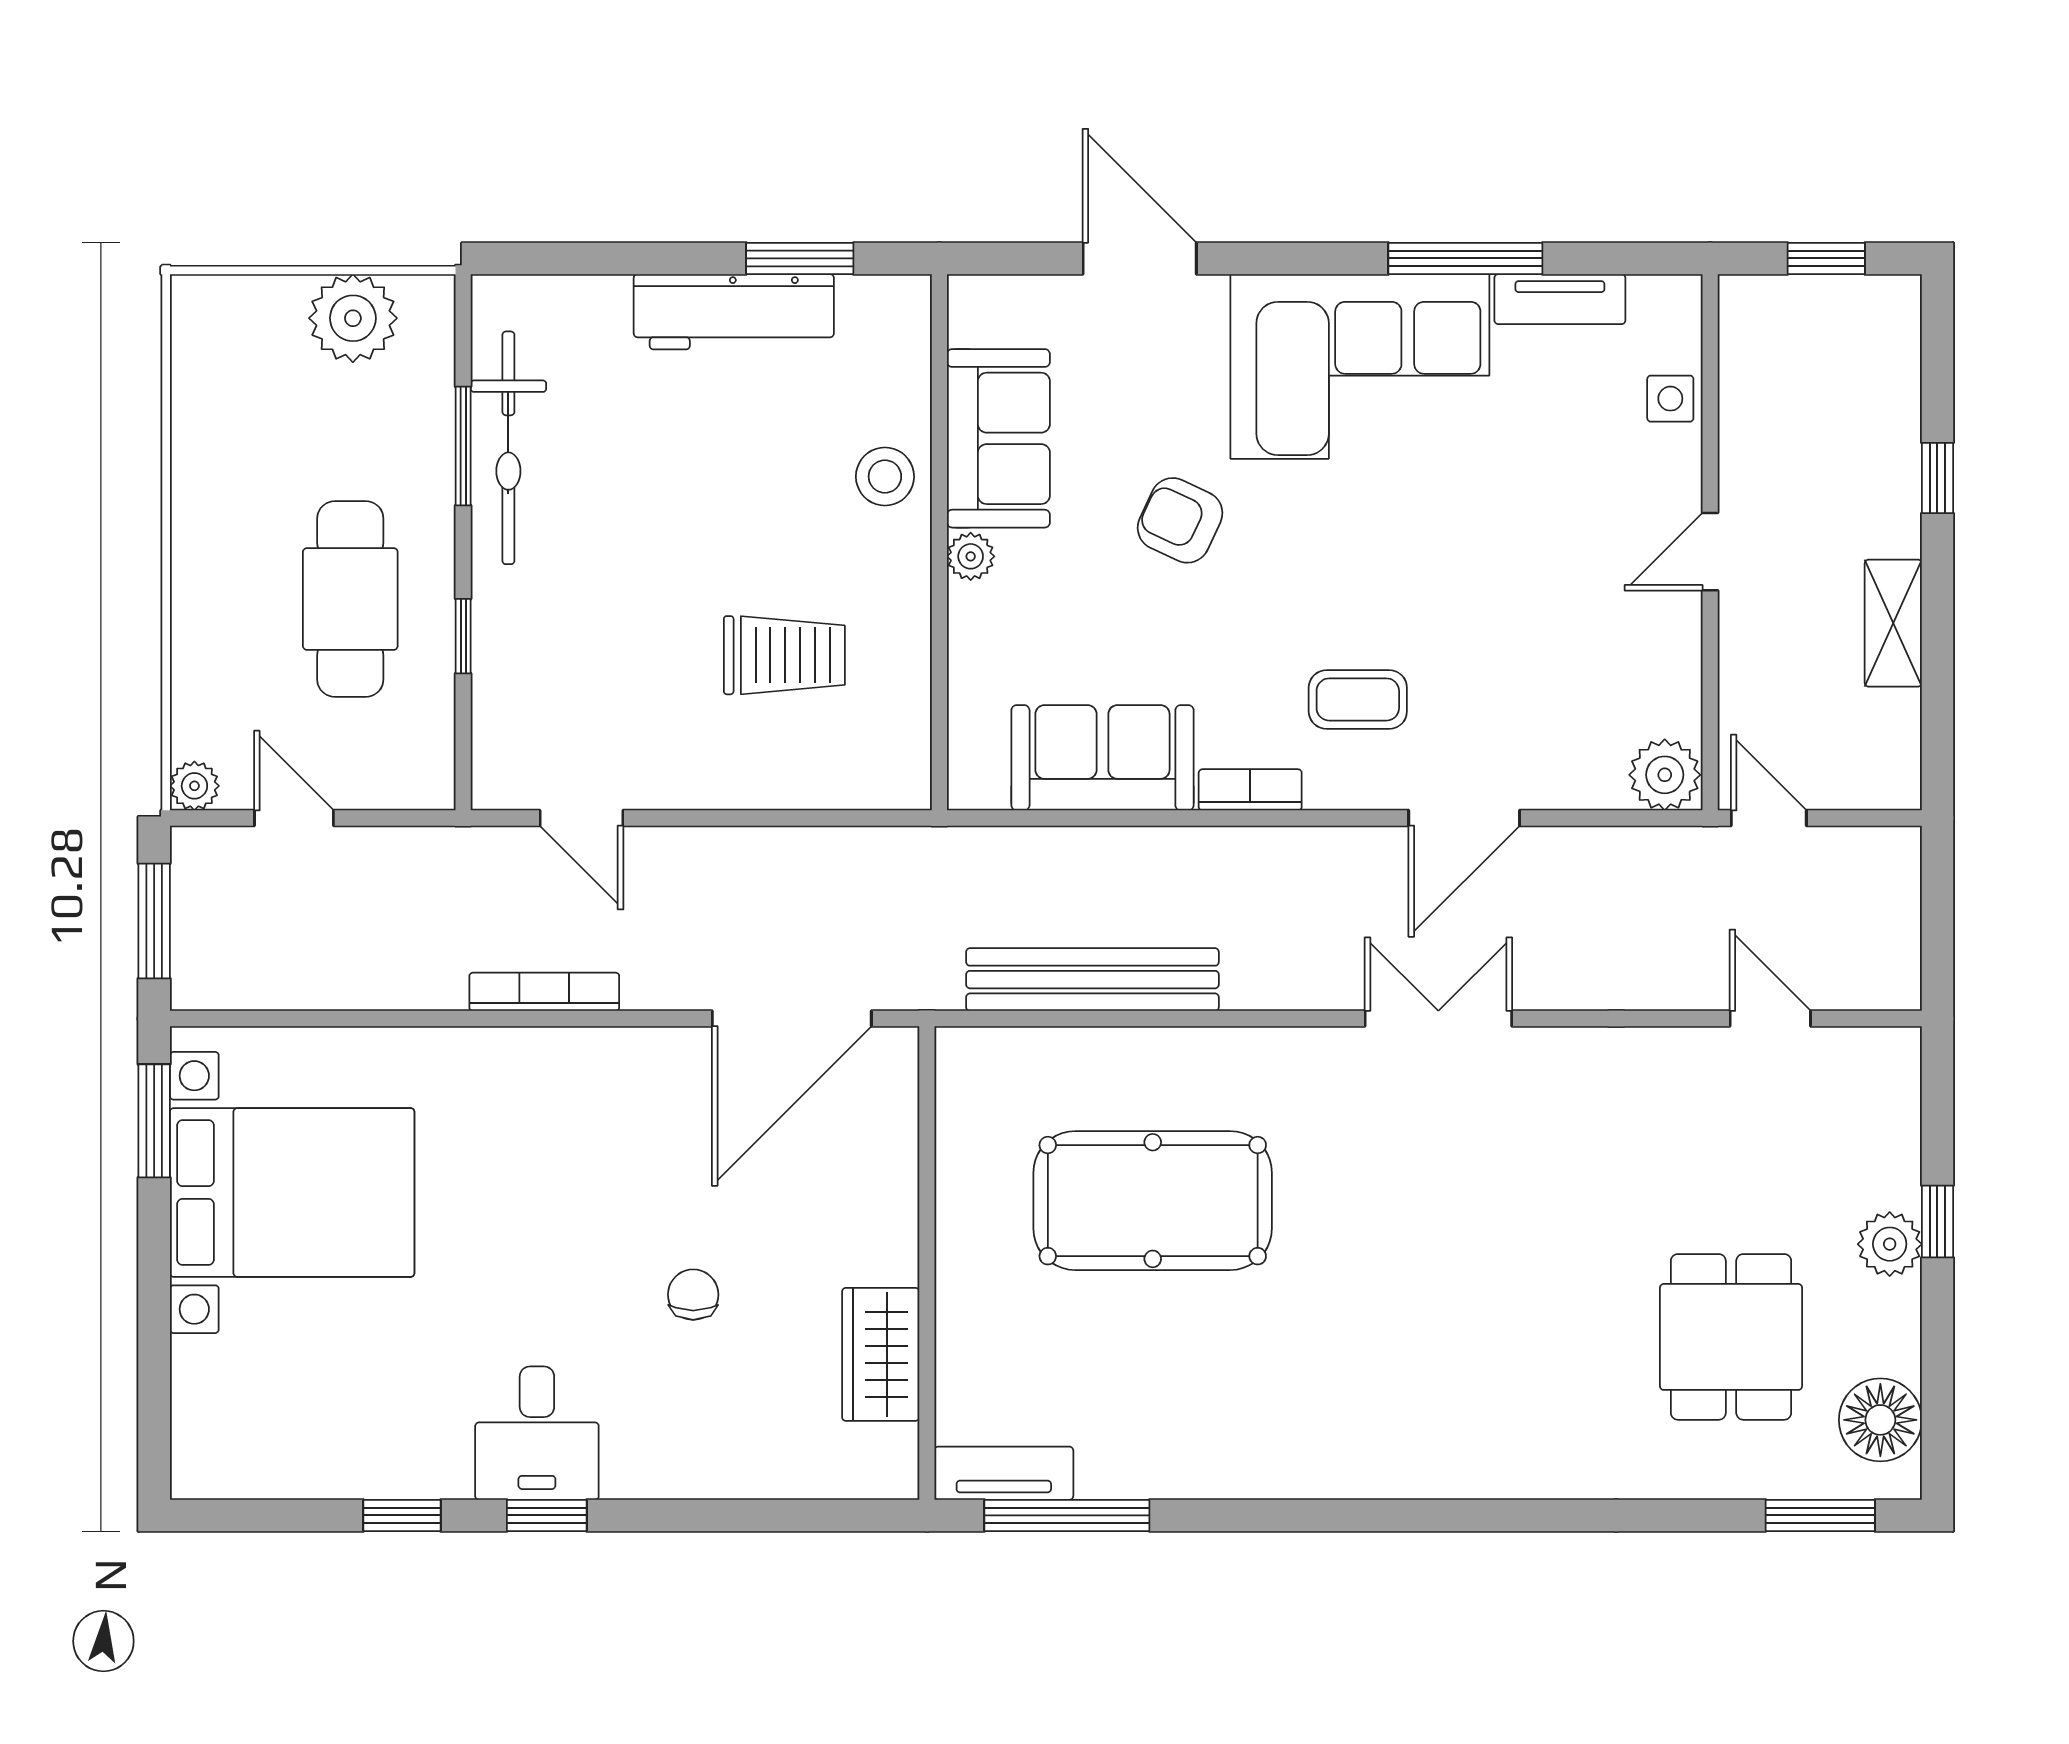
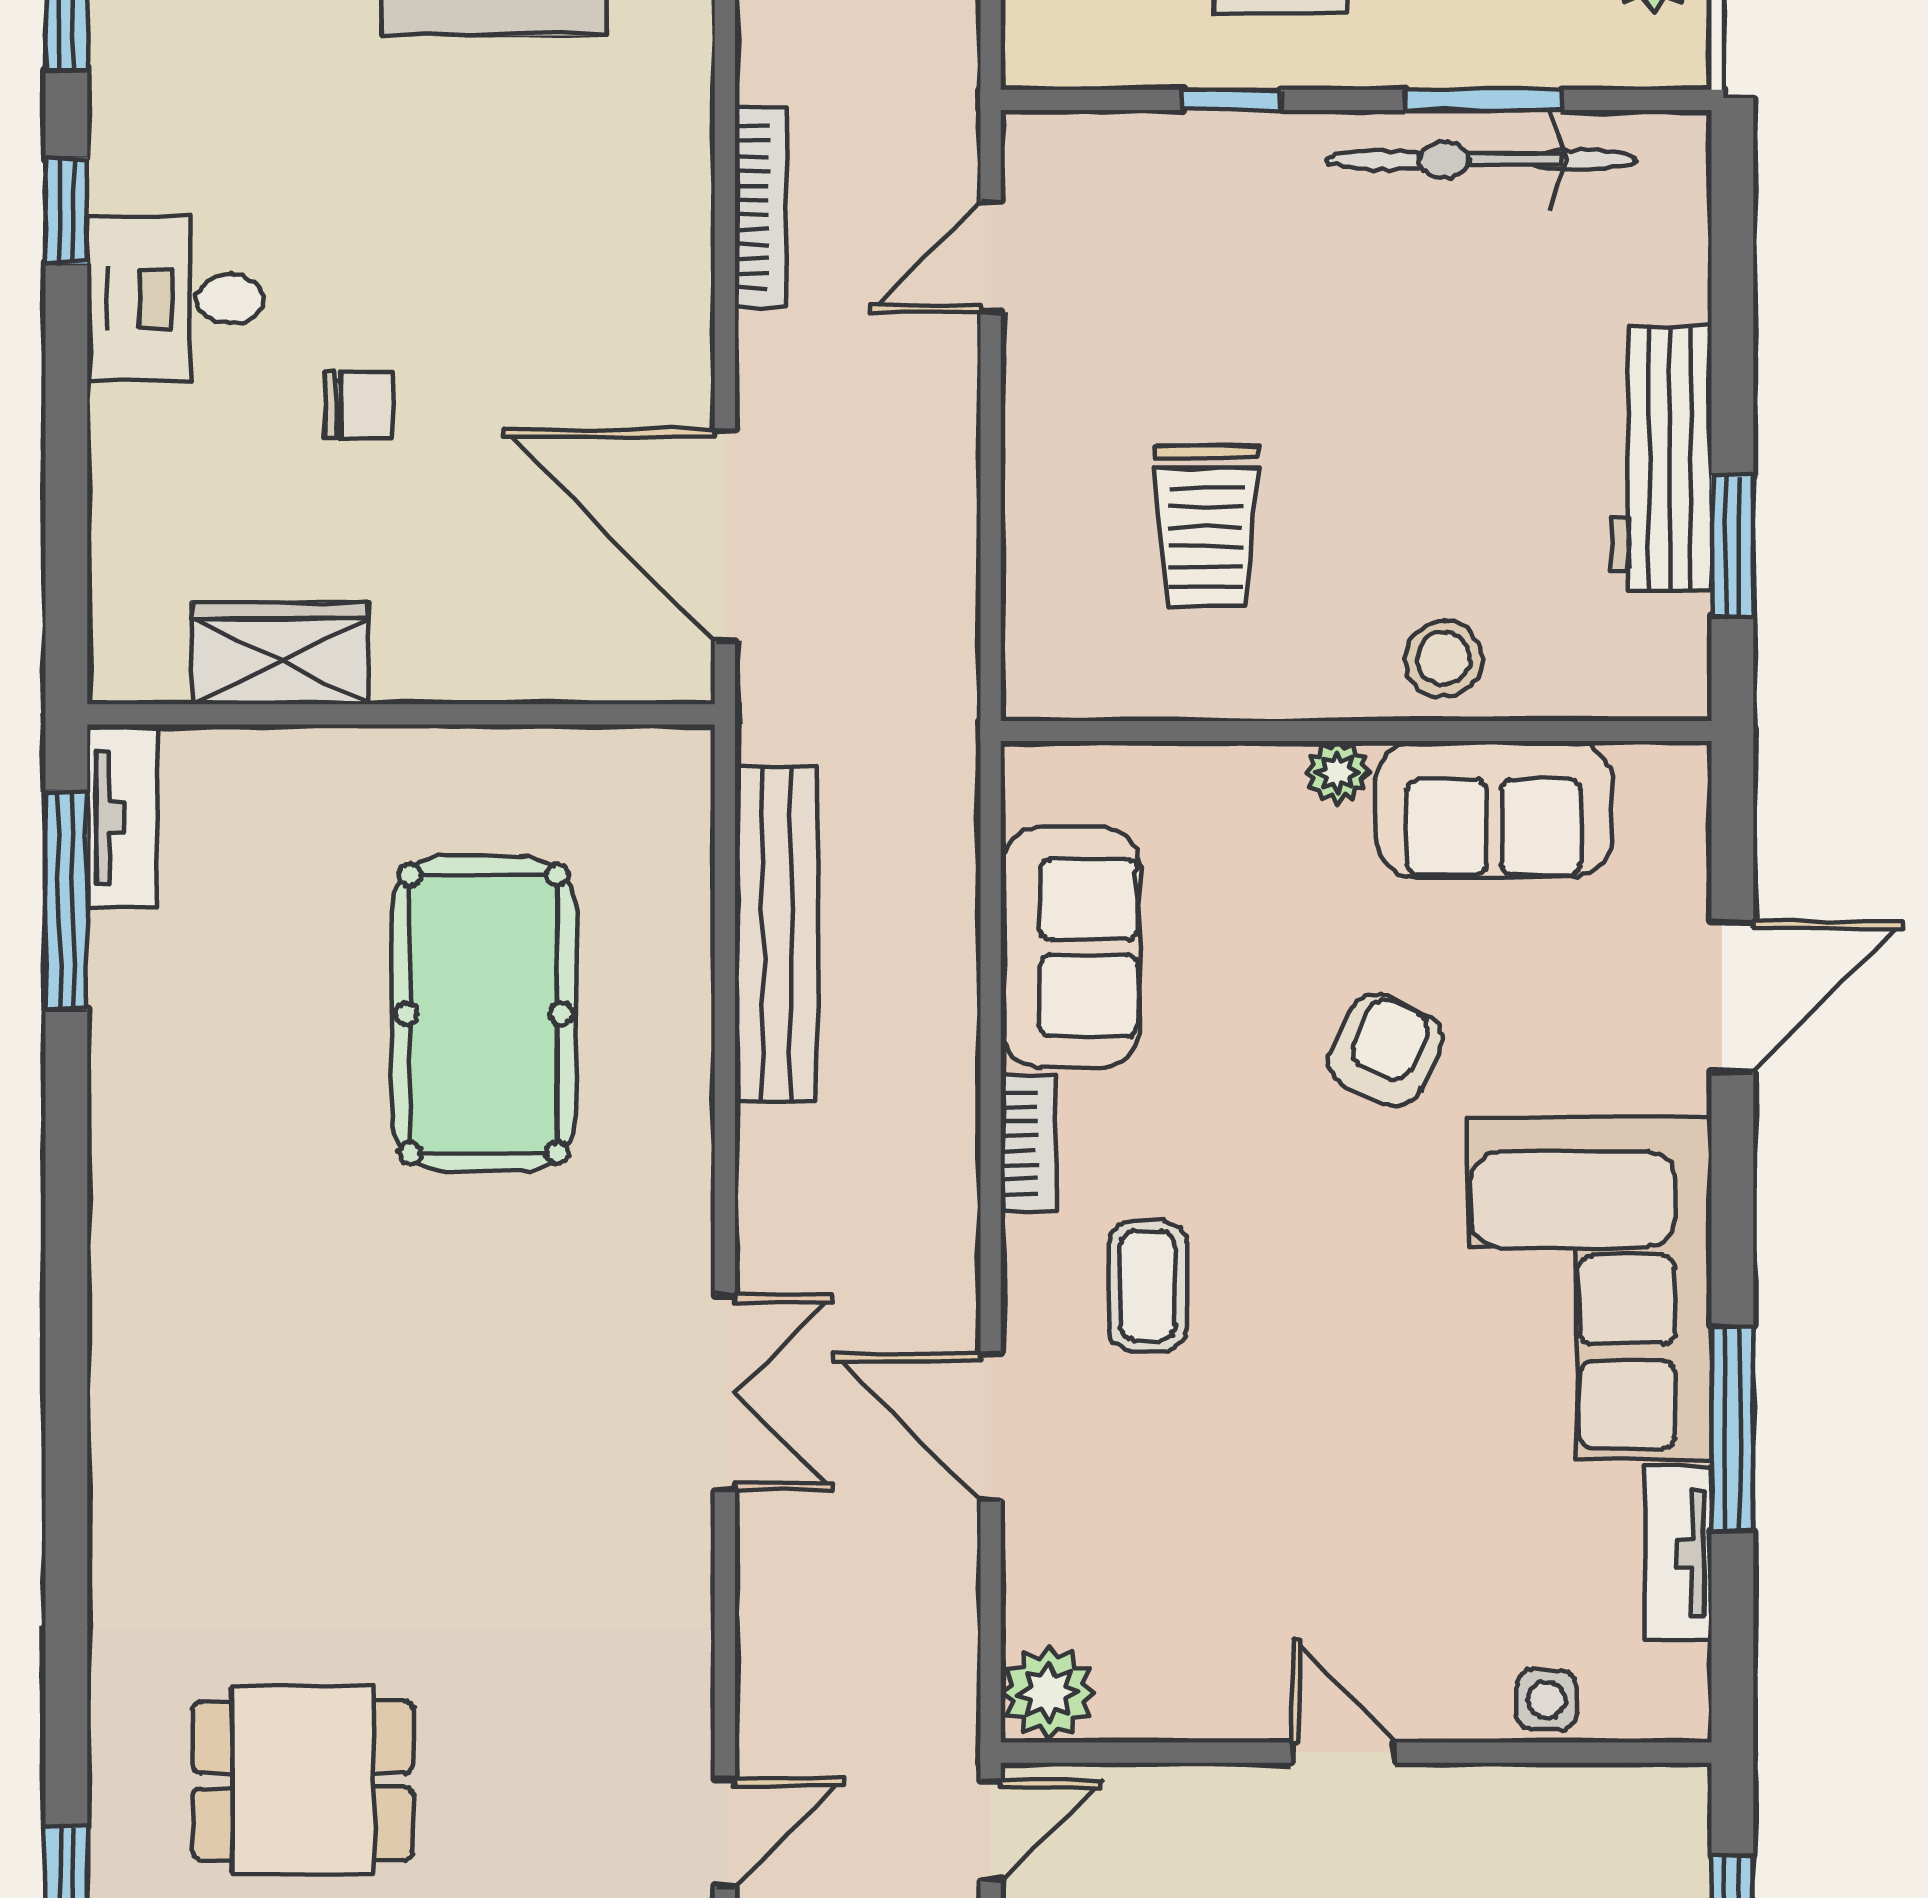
desk: (537, 1433) -> (175, 299), moved

